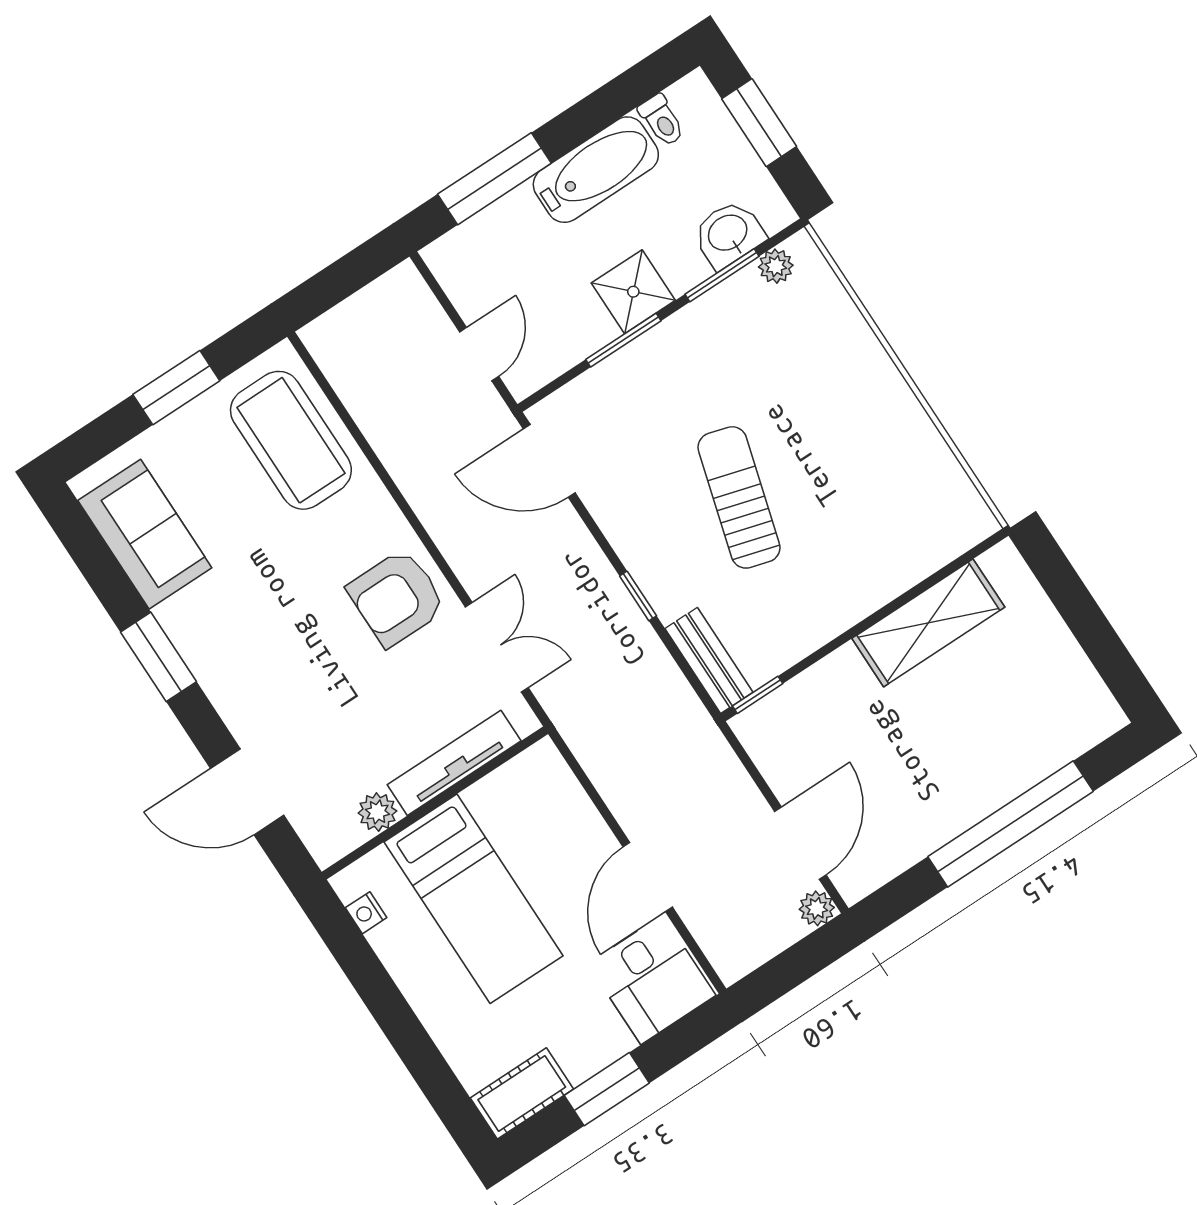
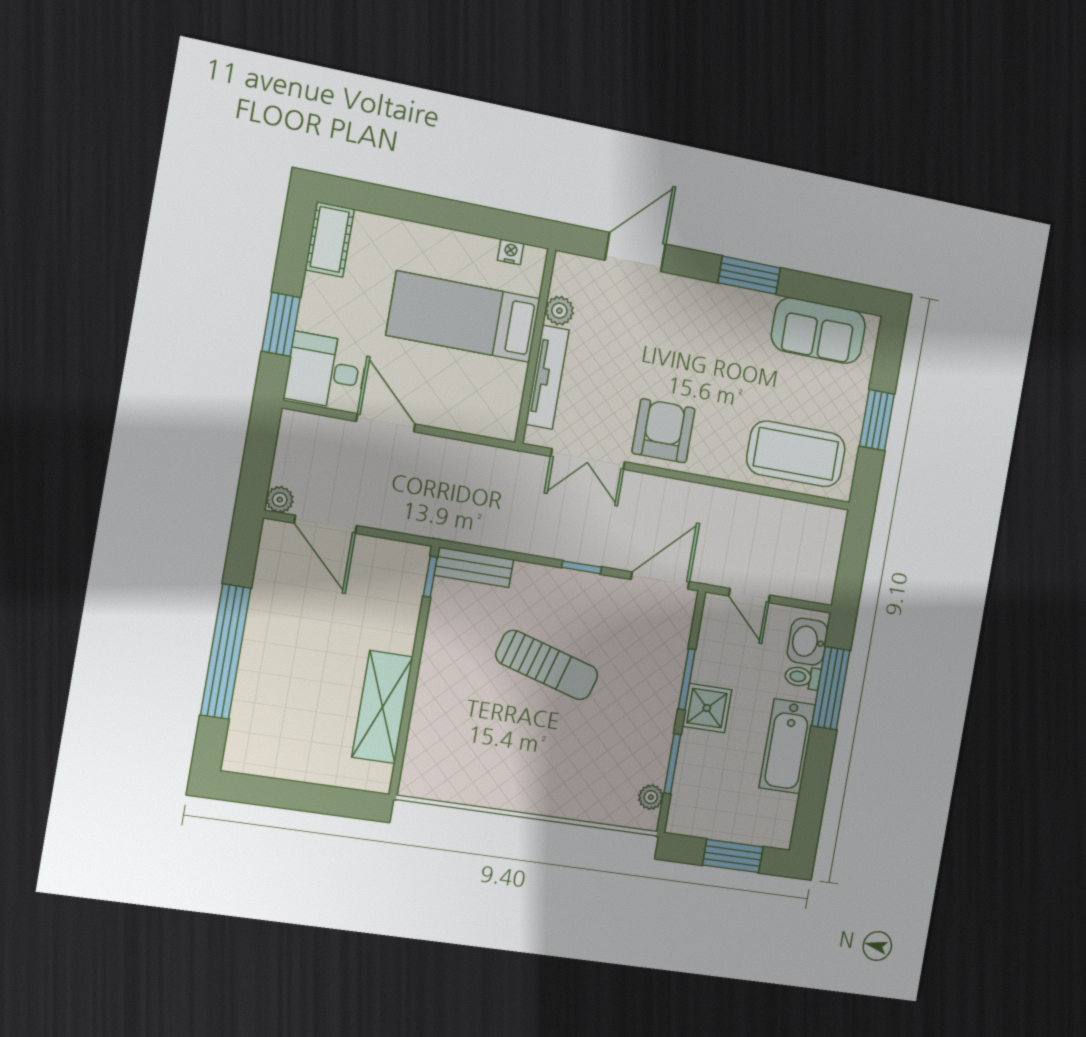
toilet: (662, 120) -> (803, 677), moved
washbasin: (728, 234) -> (807, 642), moved, turned 180
window: (638, 596) -> (582, 567), moved
window: (607, 1089) -> (281, 324), moved

